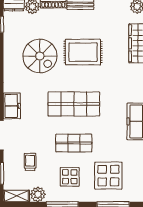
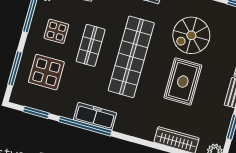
shop shelf: (74, 104) -> (131, 57), width x1.40

